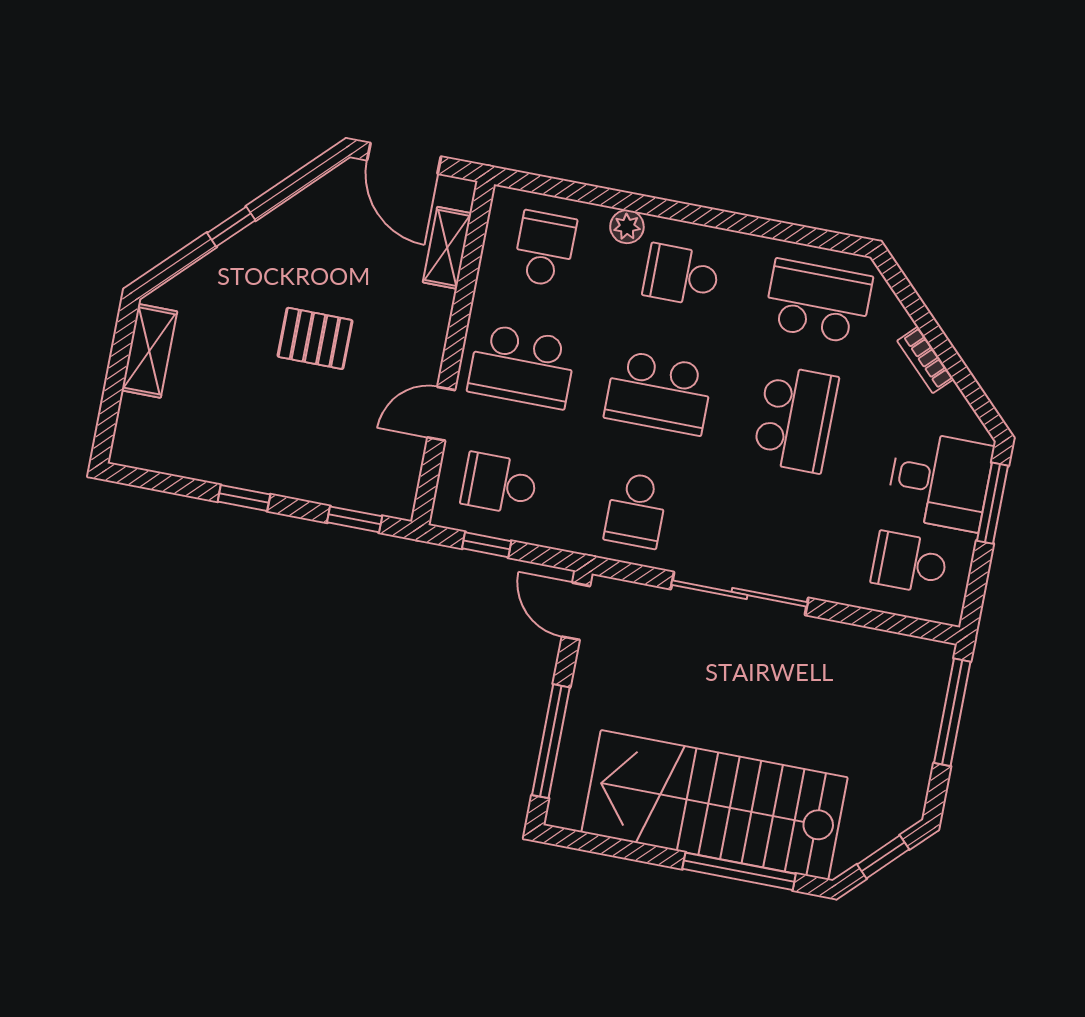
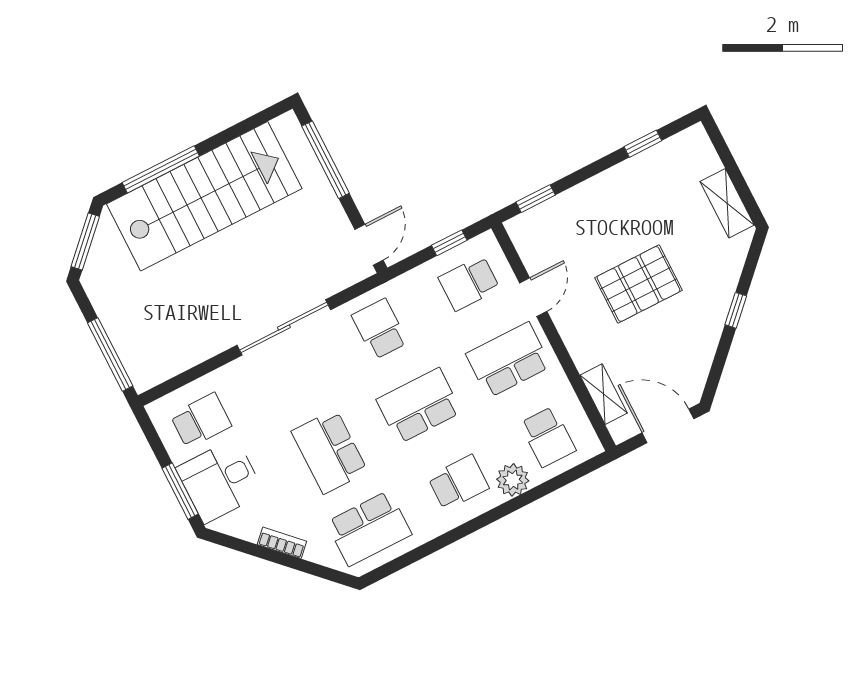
plant: (627, 227) -> (513, 480), width x1.38, depth x1.38
pallet: (315, 338) -> (638, 284), width x1.50, depth x1.42
school desk: (499, 484) -> (469, 283), turned 180
window: (244, 498) -> (643, 144), moved
door: (576, 611) -> (369, 245), hinge flipped
window: (883, 857) -> (85, 241), width x1.50

